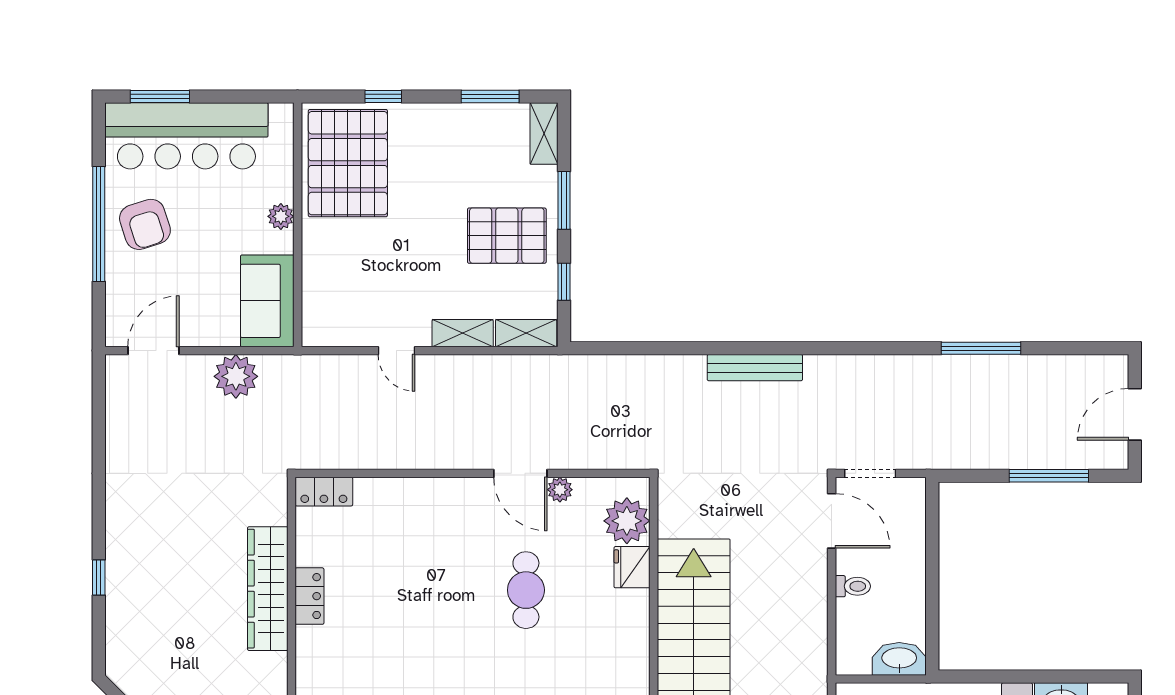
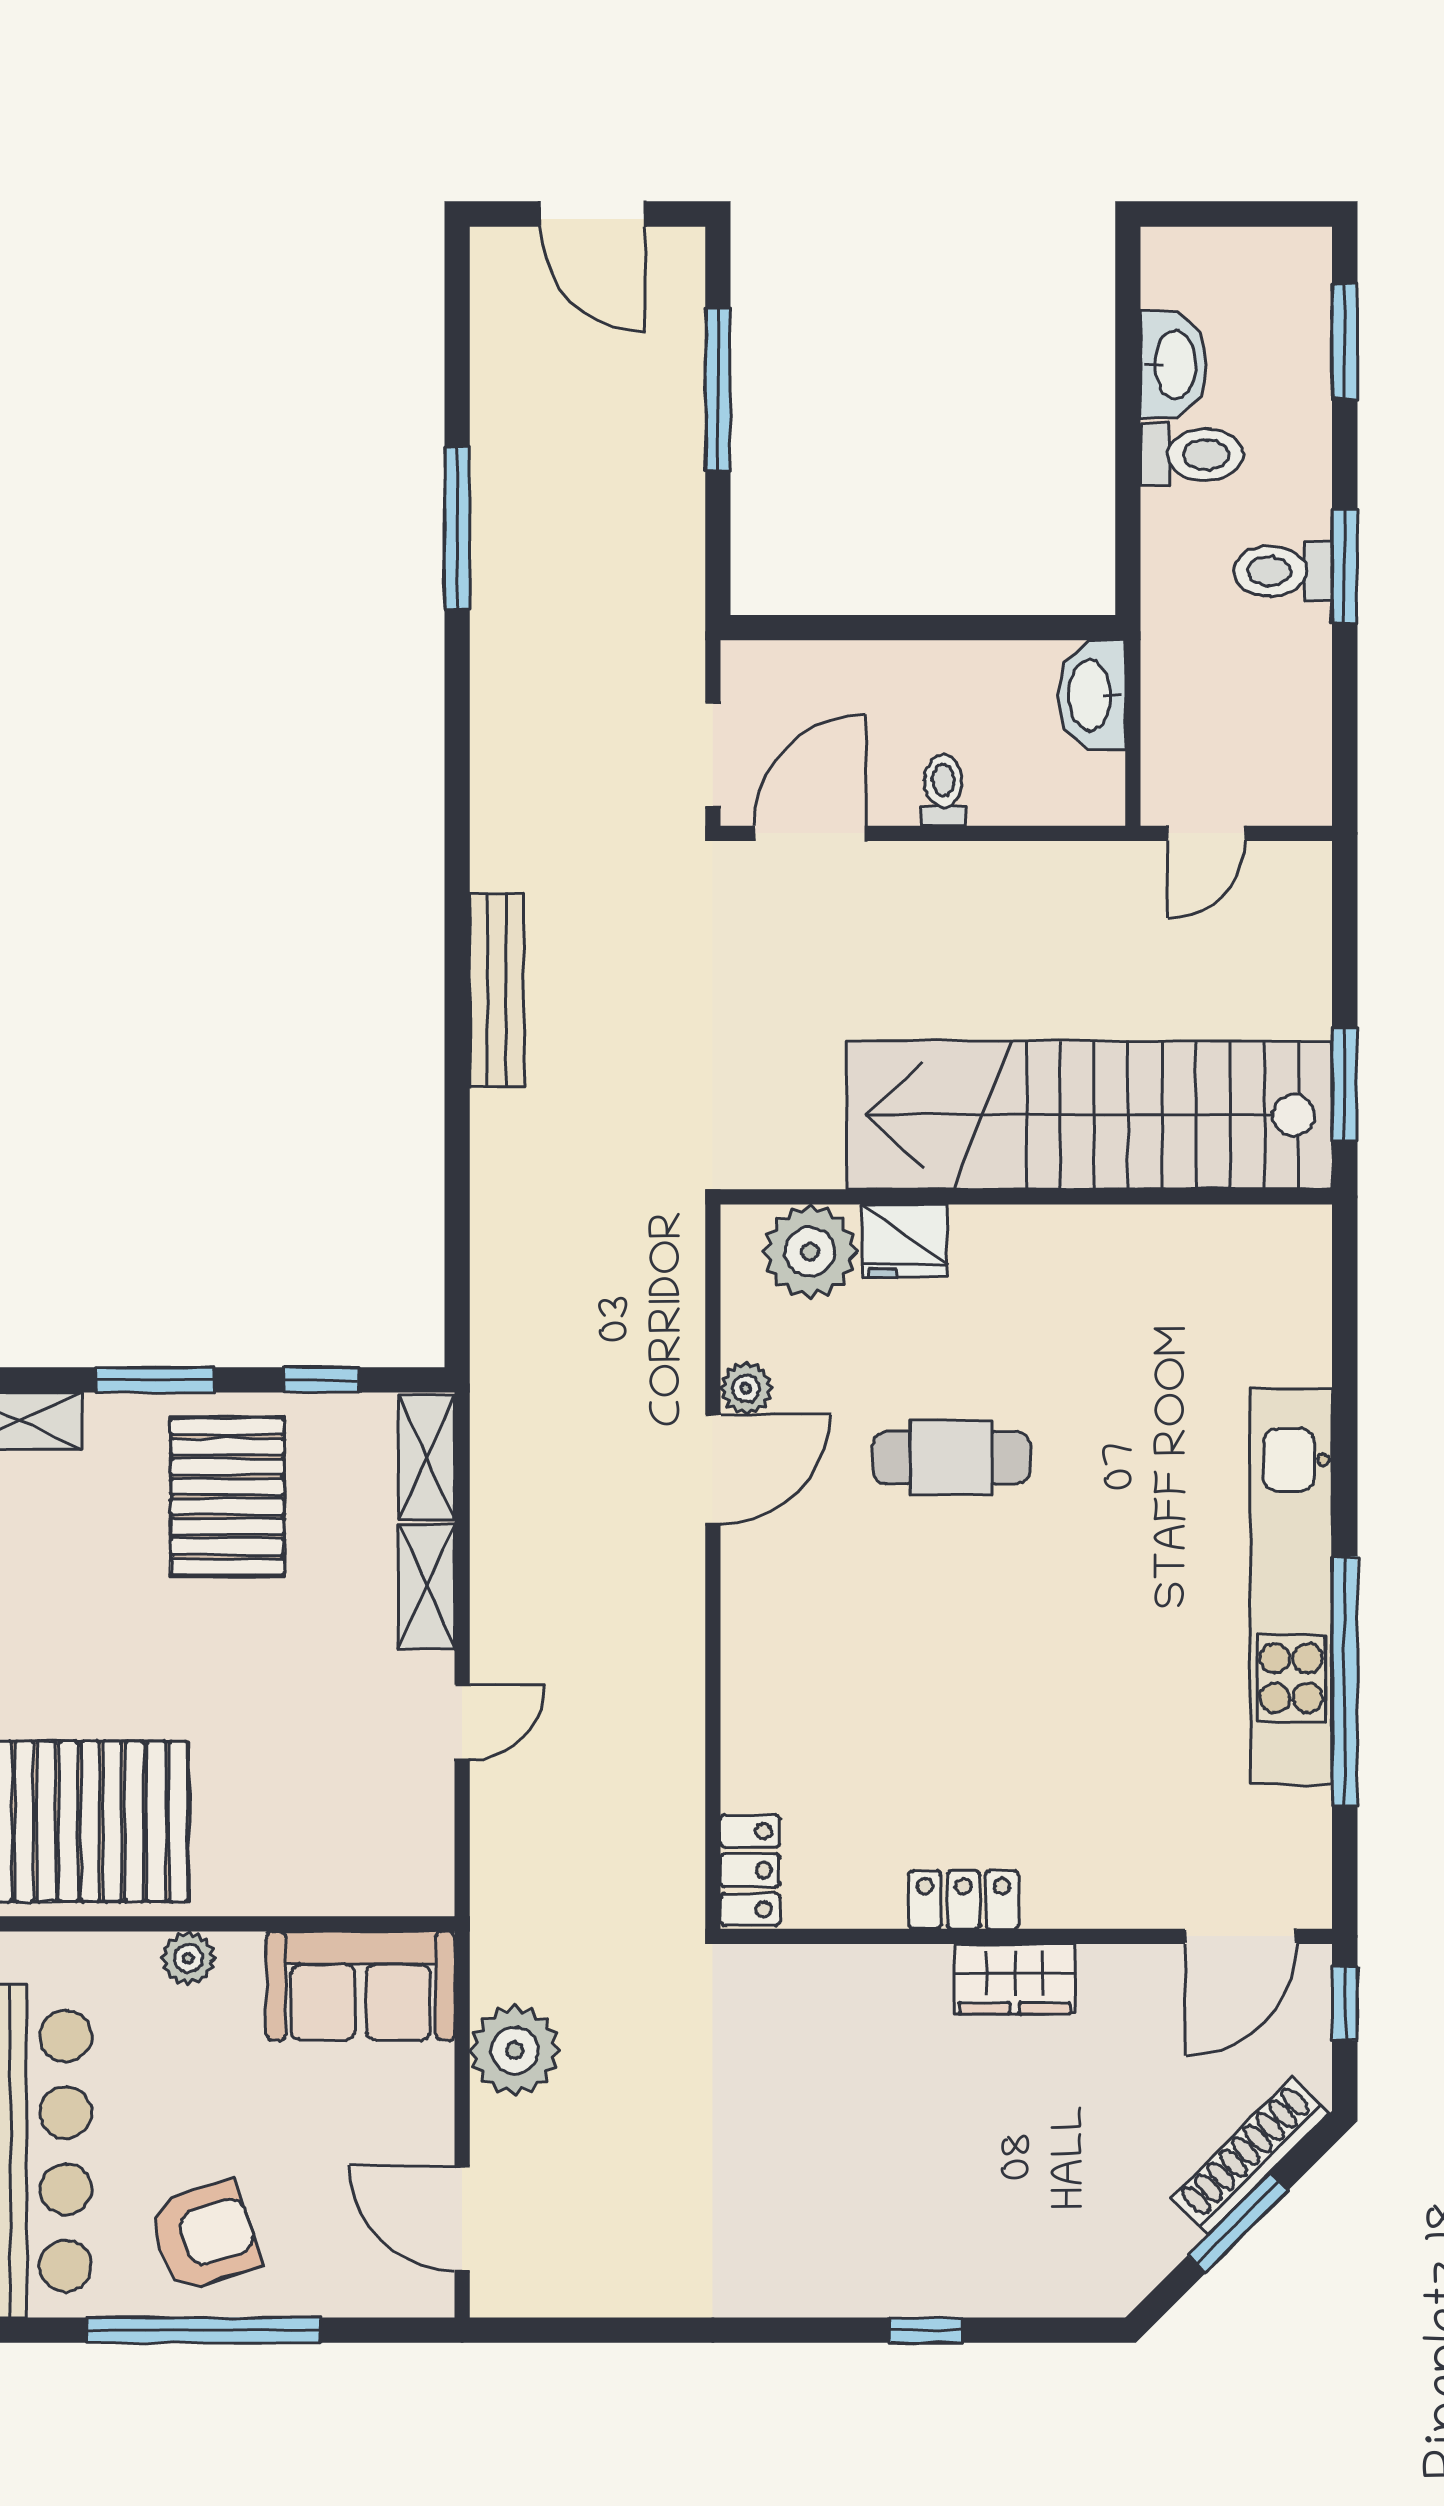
wardrobe: (268, 589) -> (1015, 1979), width x0.48, depth x0.85

